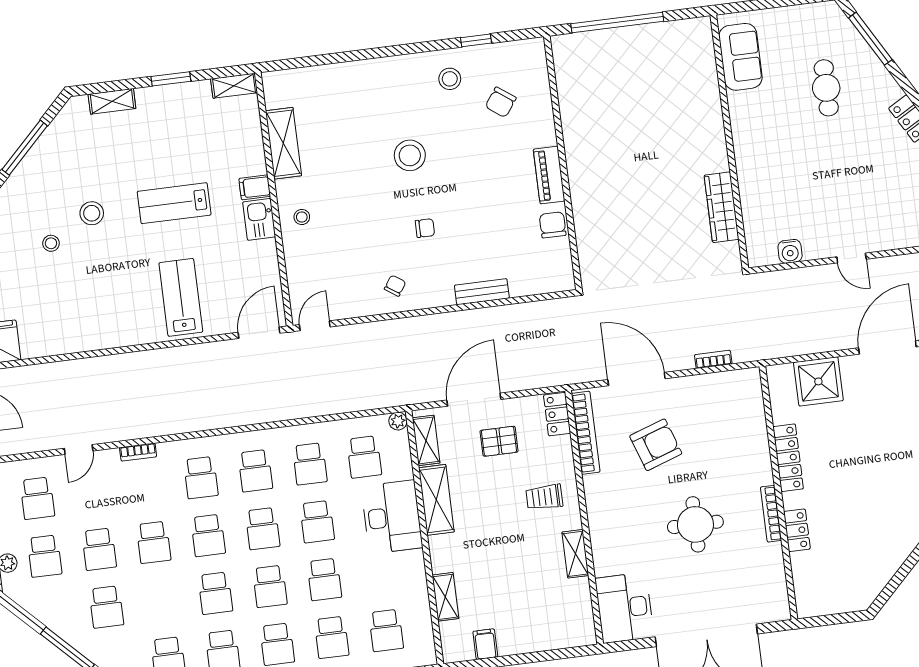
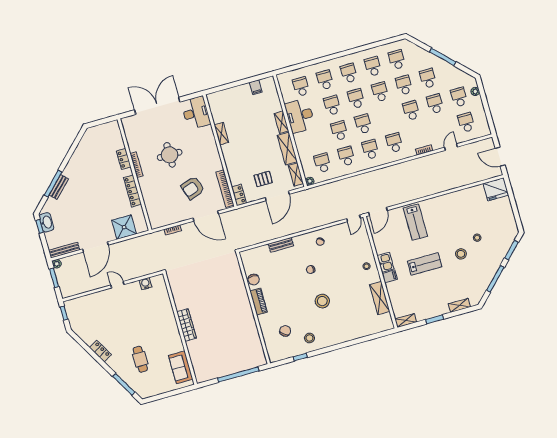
wardrobe: (722, 207) -> (187, 325), moved
trolley: (544, 497) -> (239, 157), removed
desk: (392, 517) -> (300, 116), moved
school desk: (208, 535) -> (404, 85), moved
shelving: (445, 597) -> (281, 122), moved

